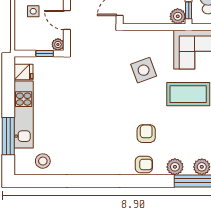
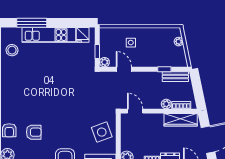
door: (67, 20) -> (124, 69), hinge flipped
side table: (144, 70) -> (102, 132), moved

